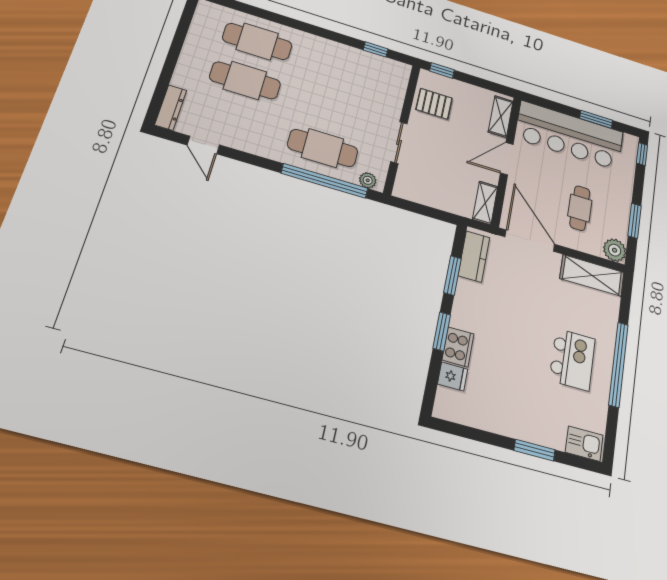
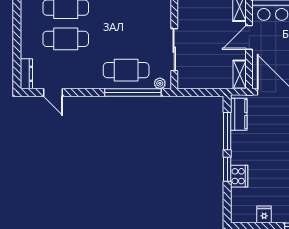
pallet: (434, 104) -> (192, 13), removed
sliding door: (399, 142) -> (174, 50), width x1.37
window: (452, 275) -> (227, 131), width x1.44
fridge: (453, 377) -> (264, 214), moved, turned -90

